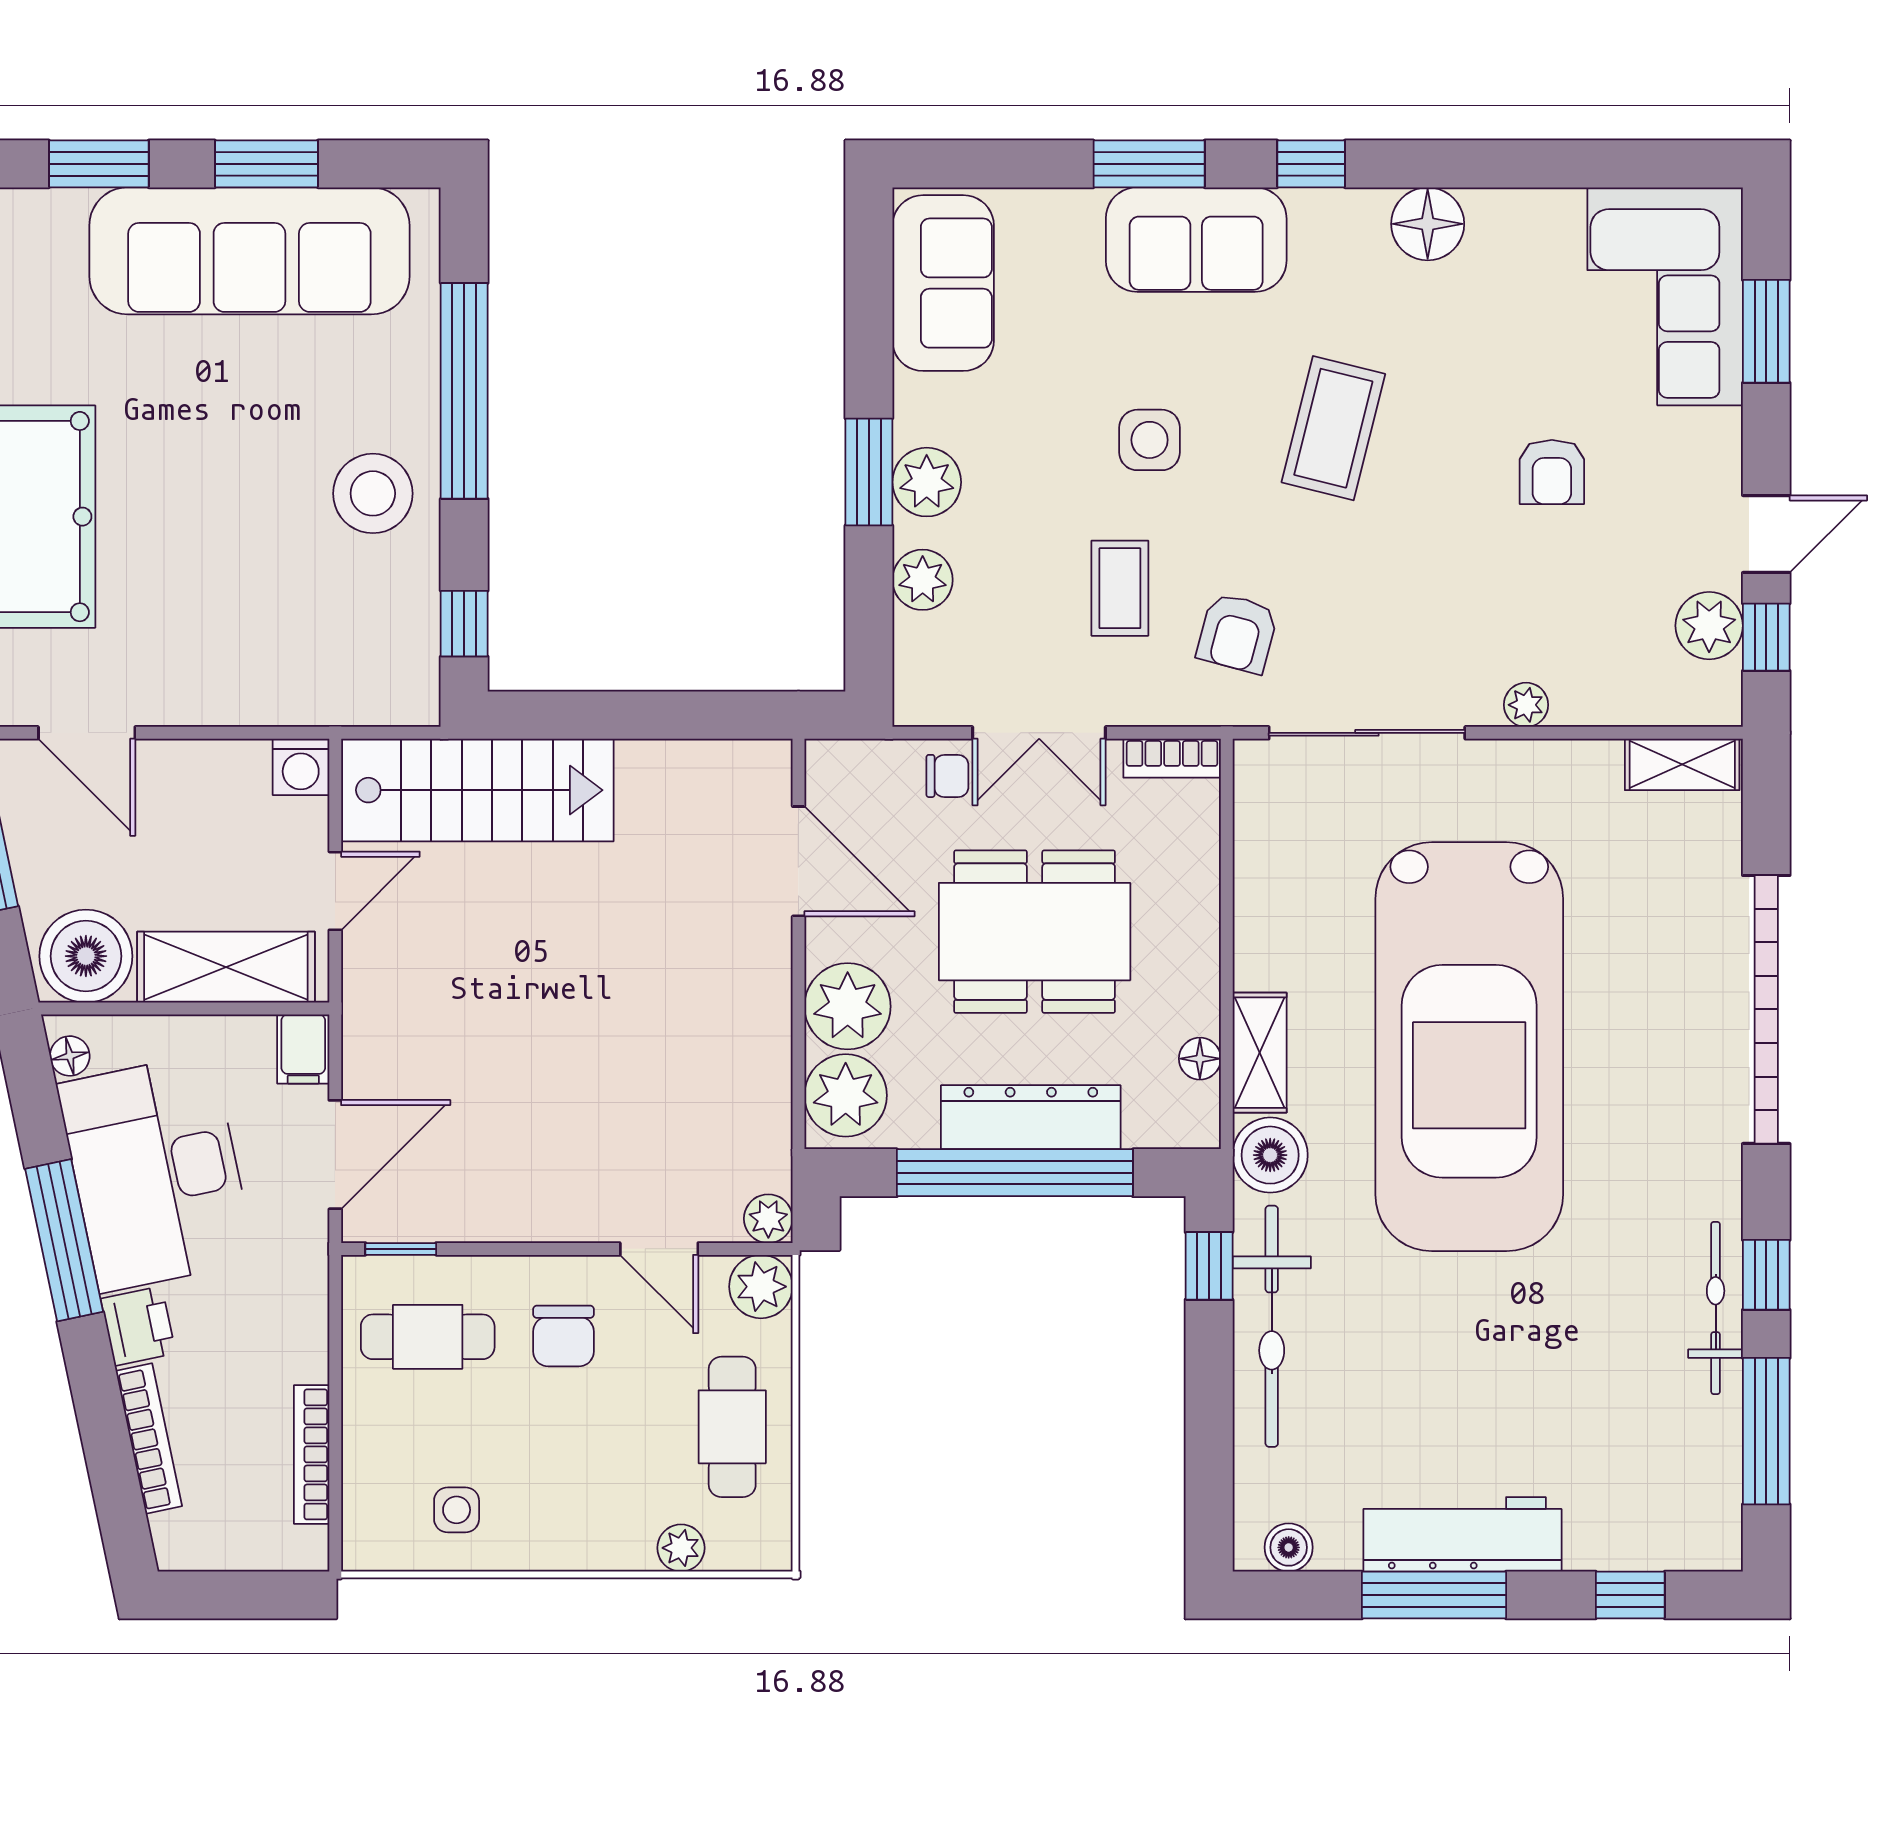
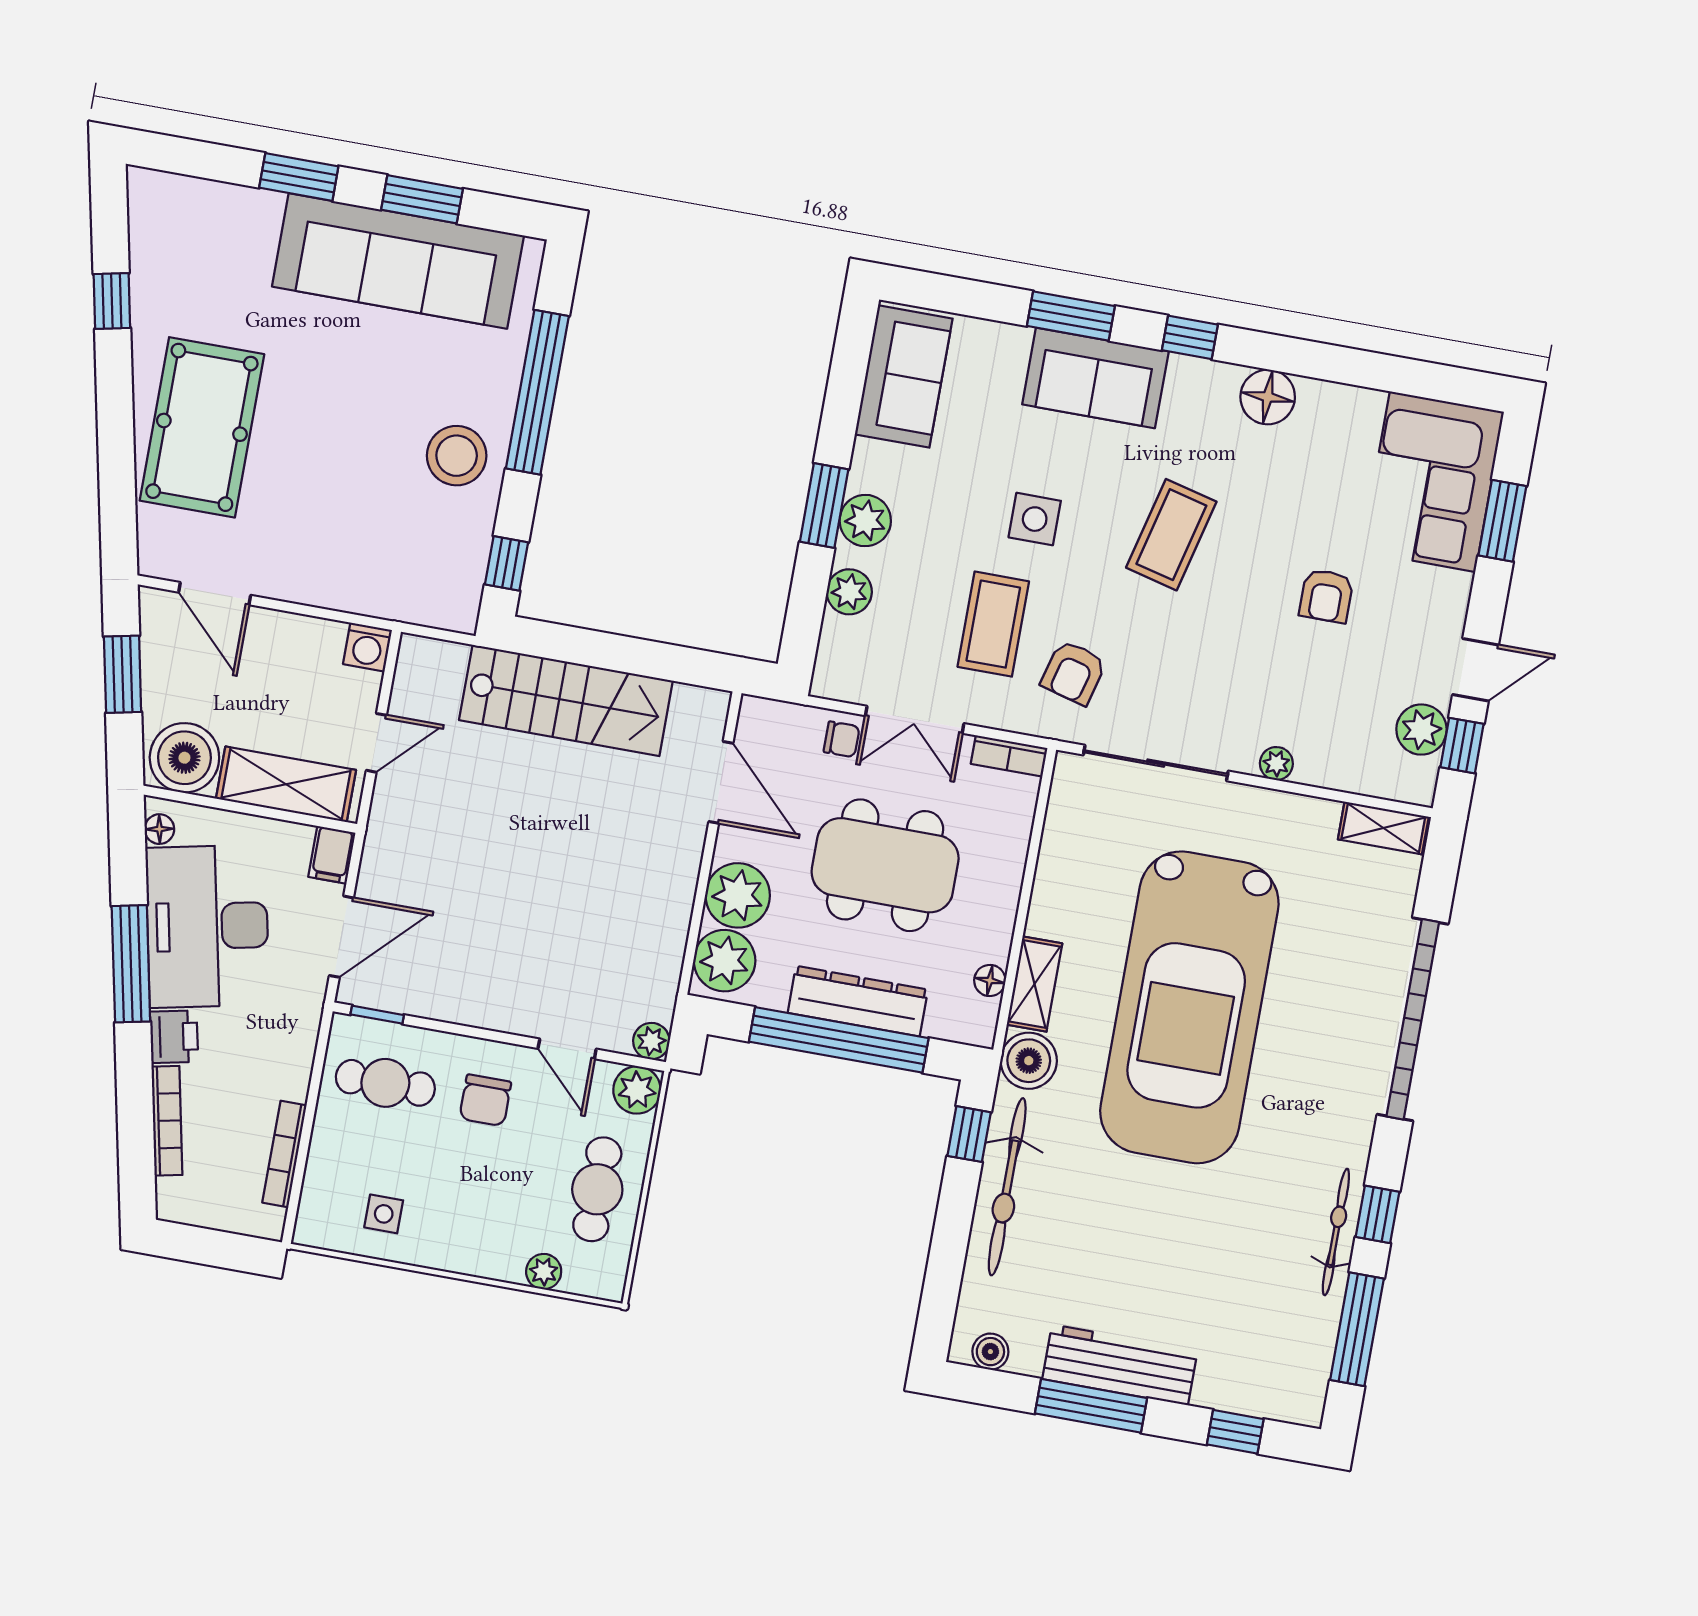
coffee table: (1120, 588) -> (993, 624), width x1.36, depth x1.30
stairs: (477, 790) -> (566, 700), moved

